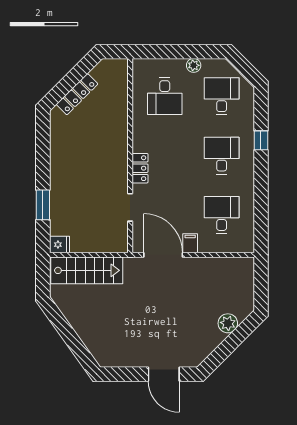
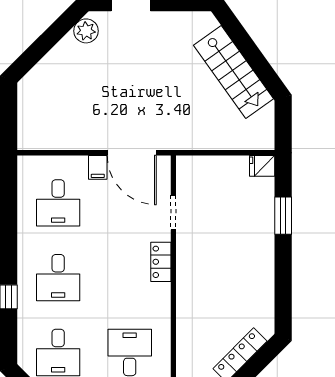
stairs: (87, 270) -> (233, 72), moved, turned -125
plant: (228, 323) -> (86, 31), moved

